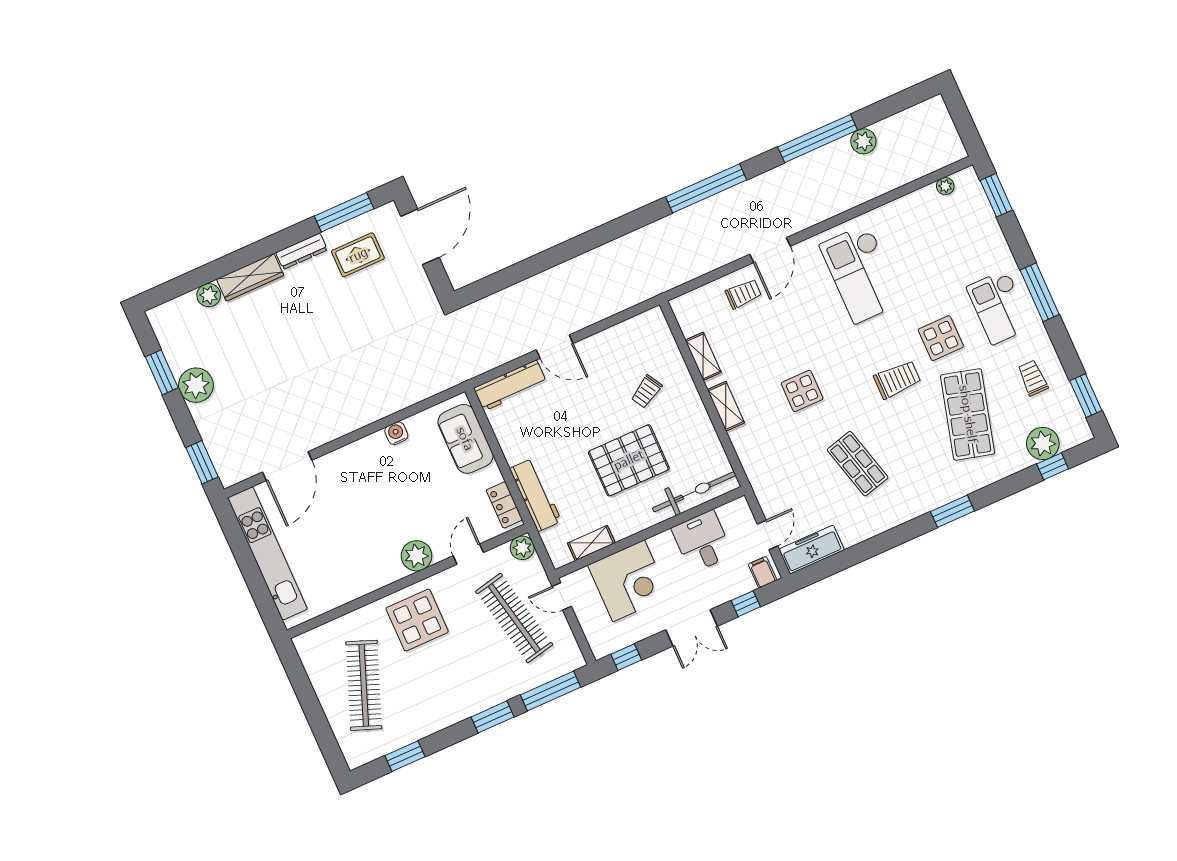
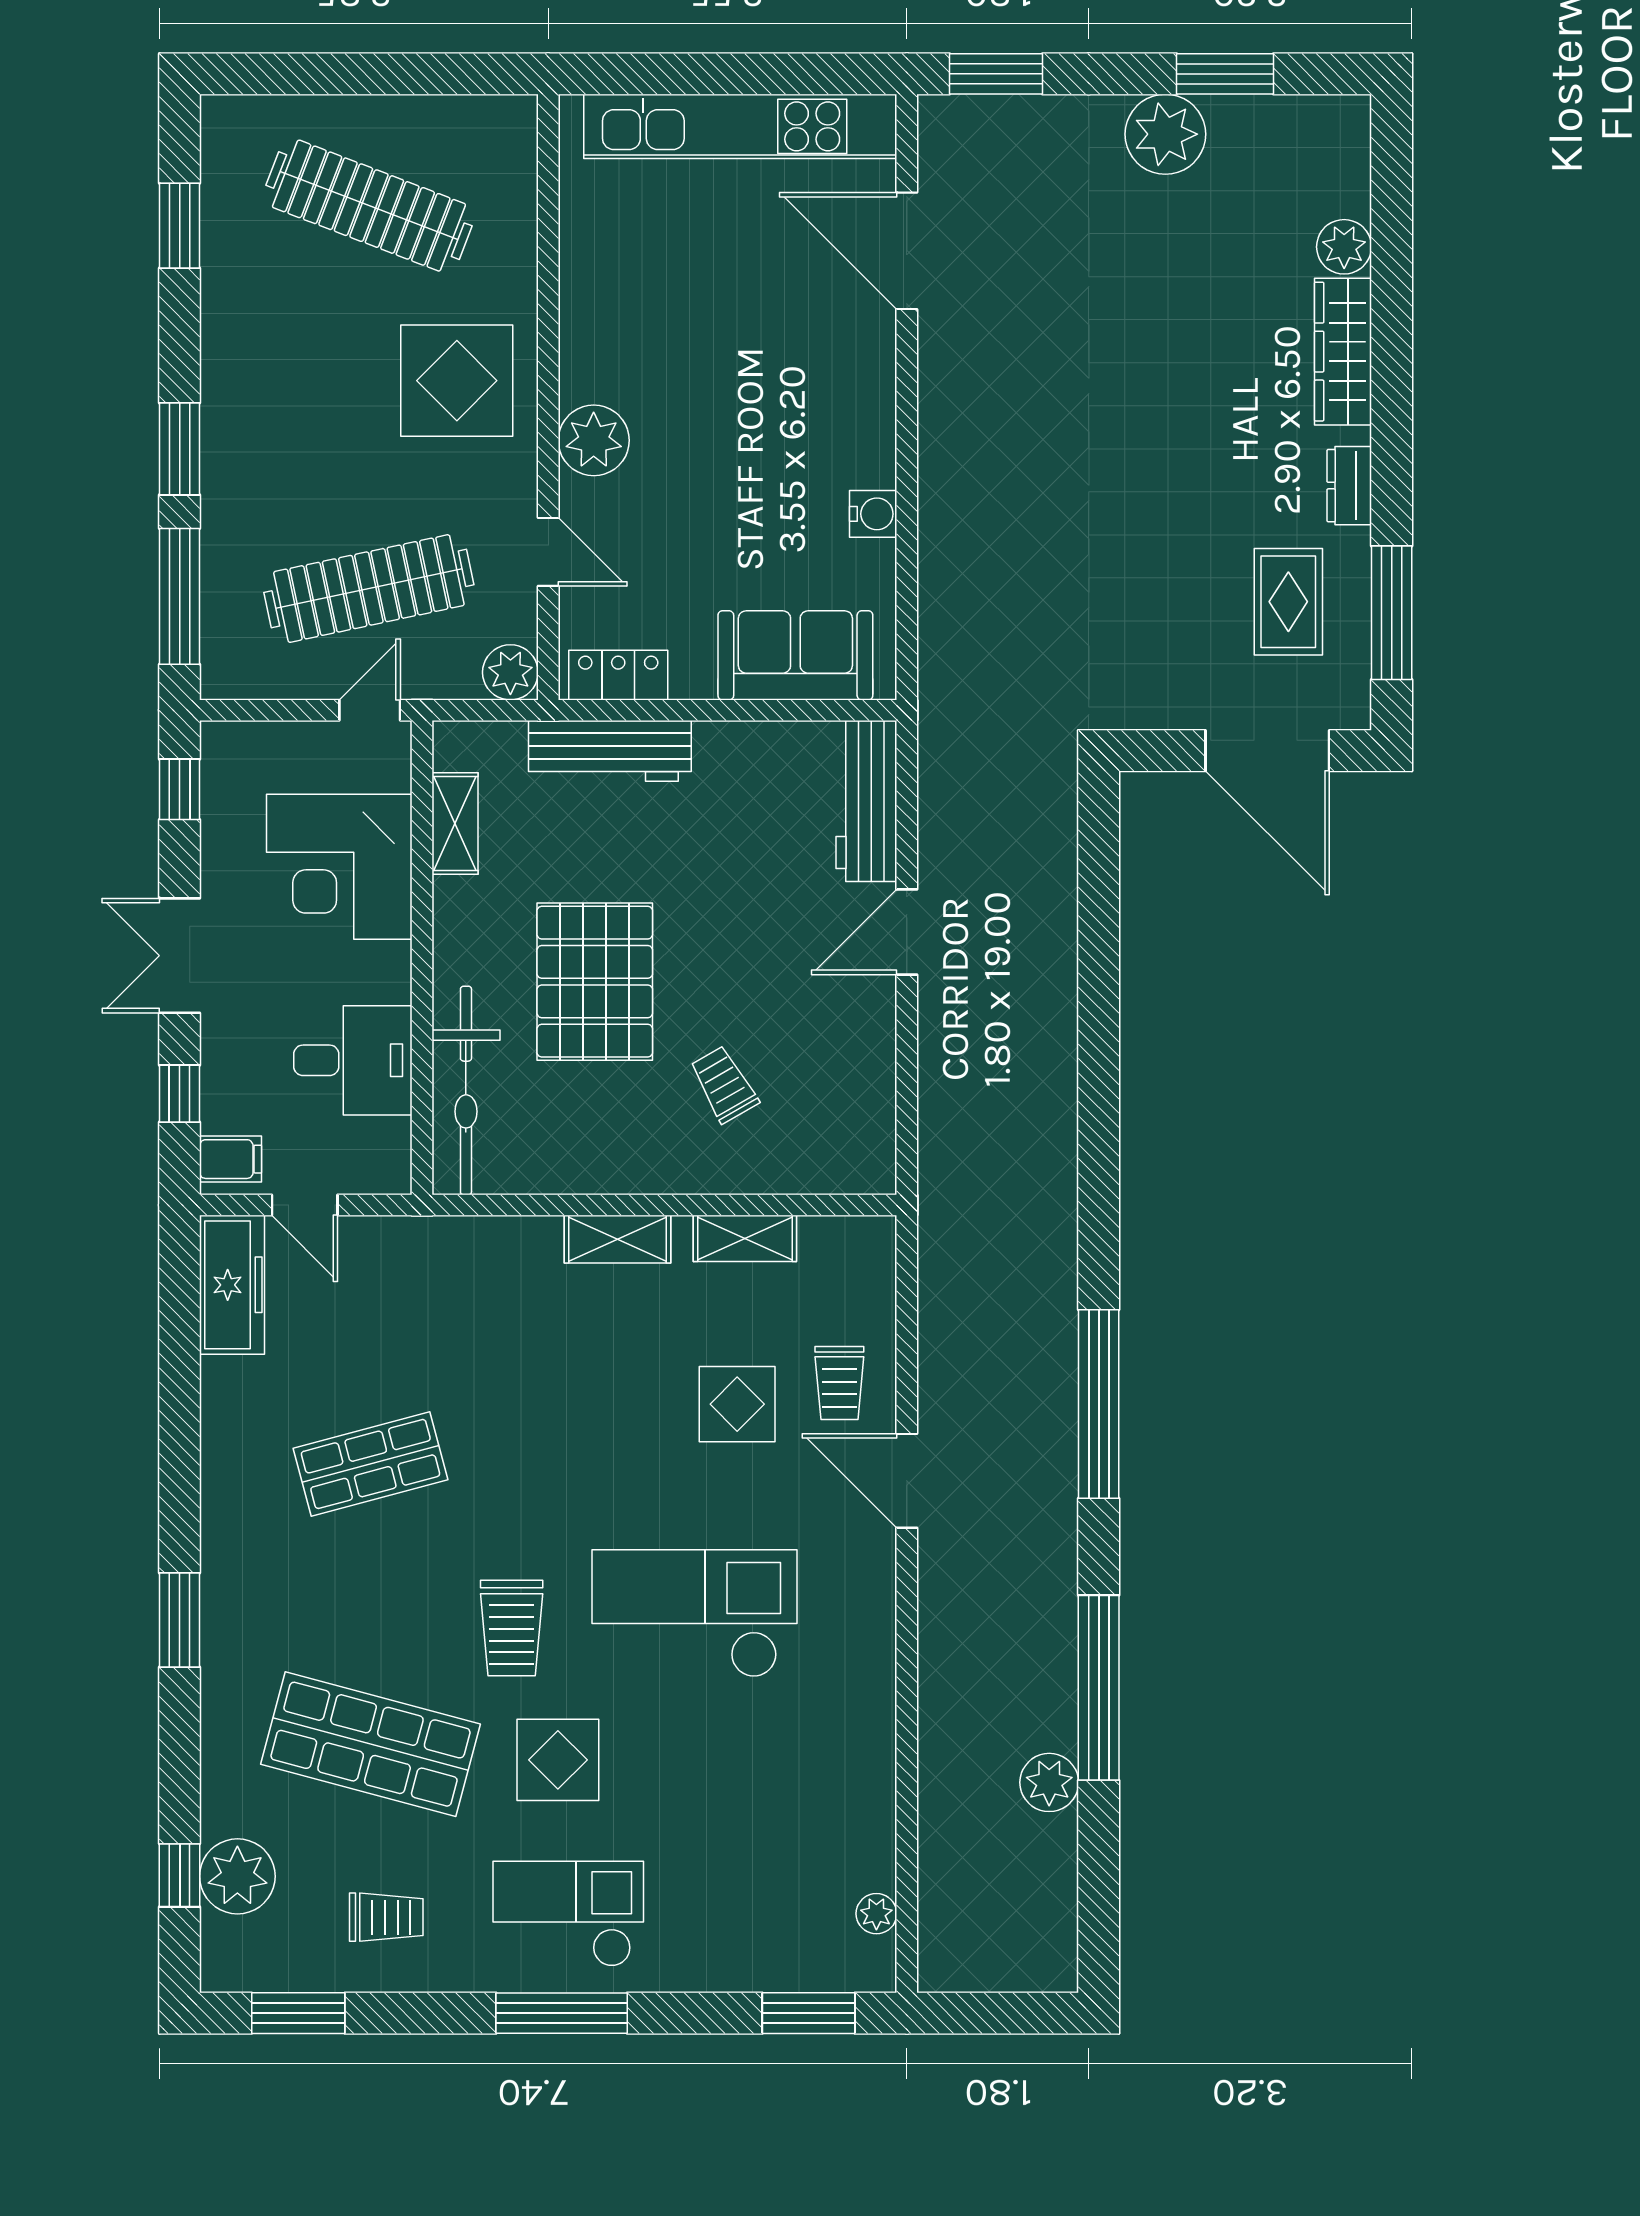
dresser: (302, 251) -> (1349, 486), width x0.70
checkout: (861, 274) -> (694, 1614), moved
display table: (802, 391) -> (737, 1404), moved

